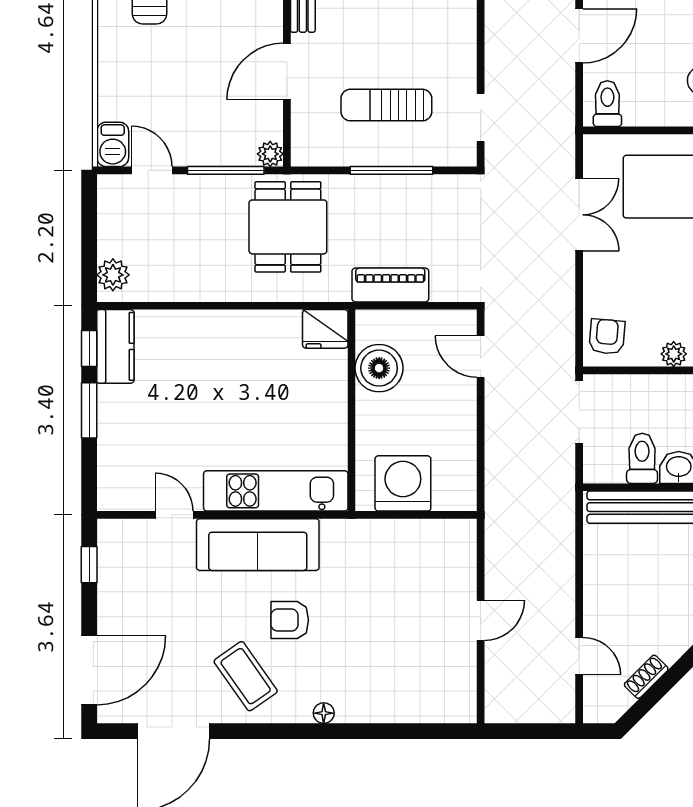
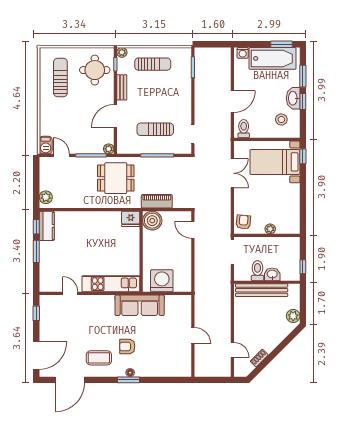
dining table: (288, 227) -> (116, 178), turned 90
boiler: (379, 368) -> (152, 221), moved
sofa: (258, 545) -> (140, 305), moved
armchair: (290, 620) -> (127, 346), moved
door: (481, 620) -> (193, 335), hinge flipped
coffee table: (246, 676) -> (99, 358), turned -55
window: (320, 731) -> (128, 380), added

